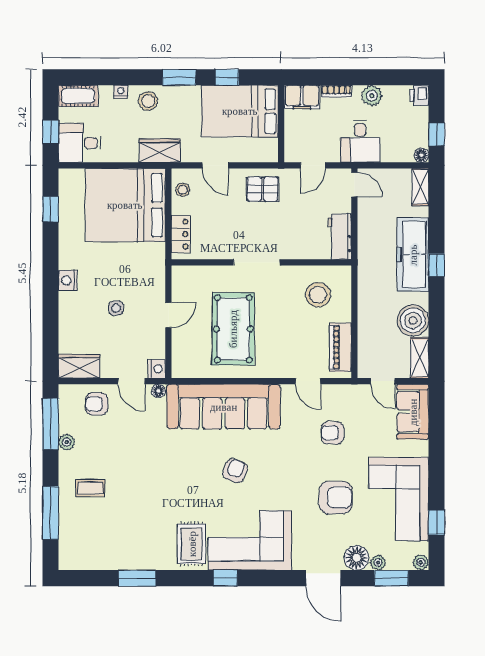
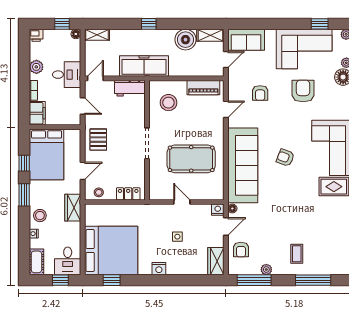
bed: (125, 205) -> (111, 251), moved, turned -90
freezer: (413, 255) -> (144, 66), moved, turned 180

